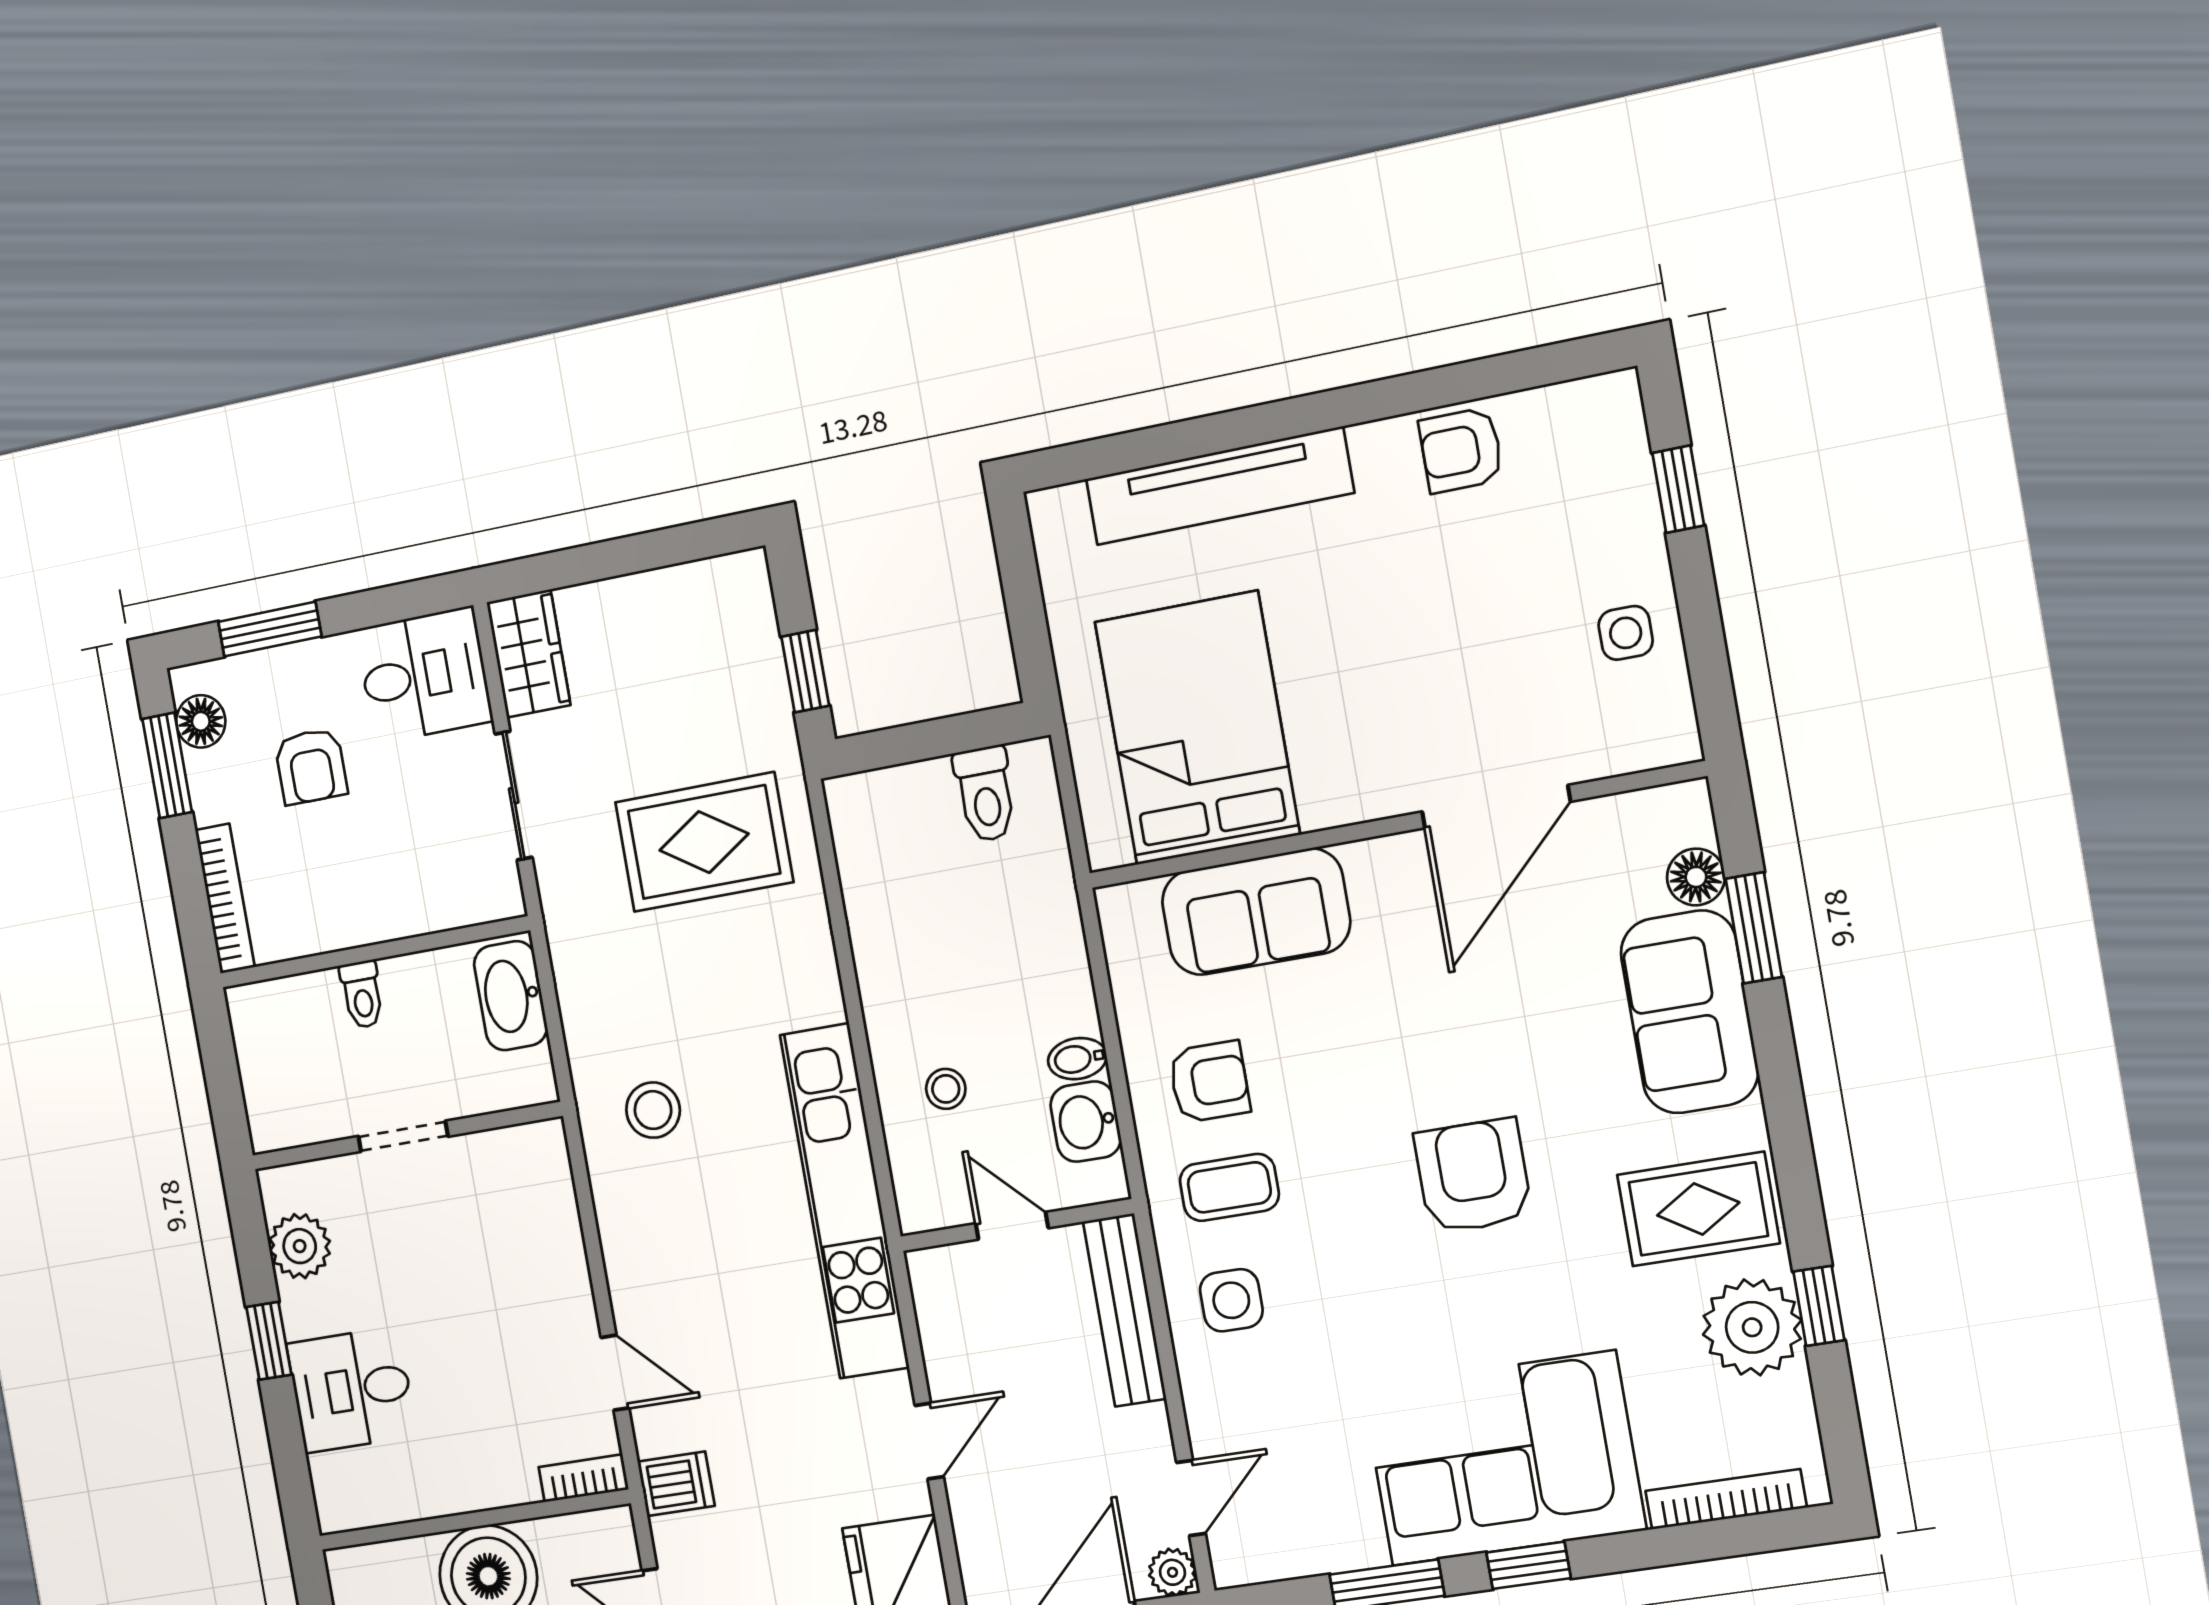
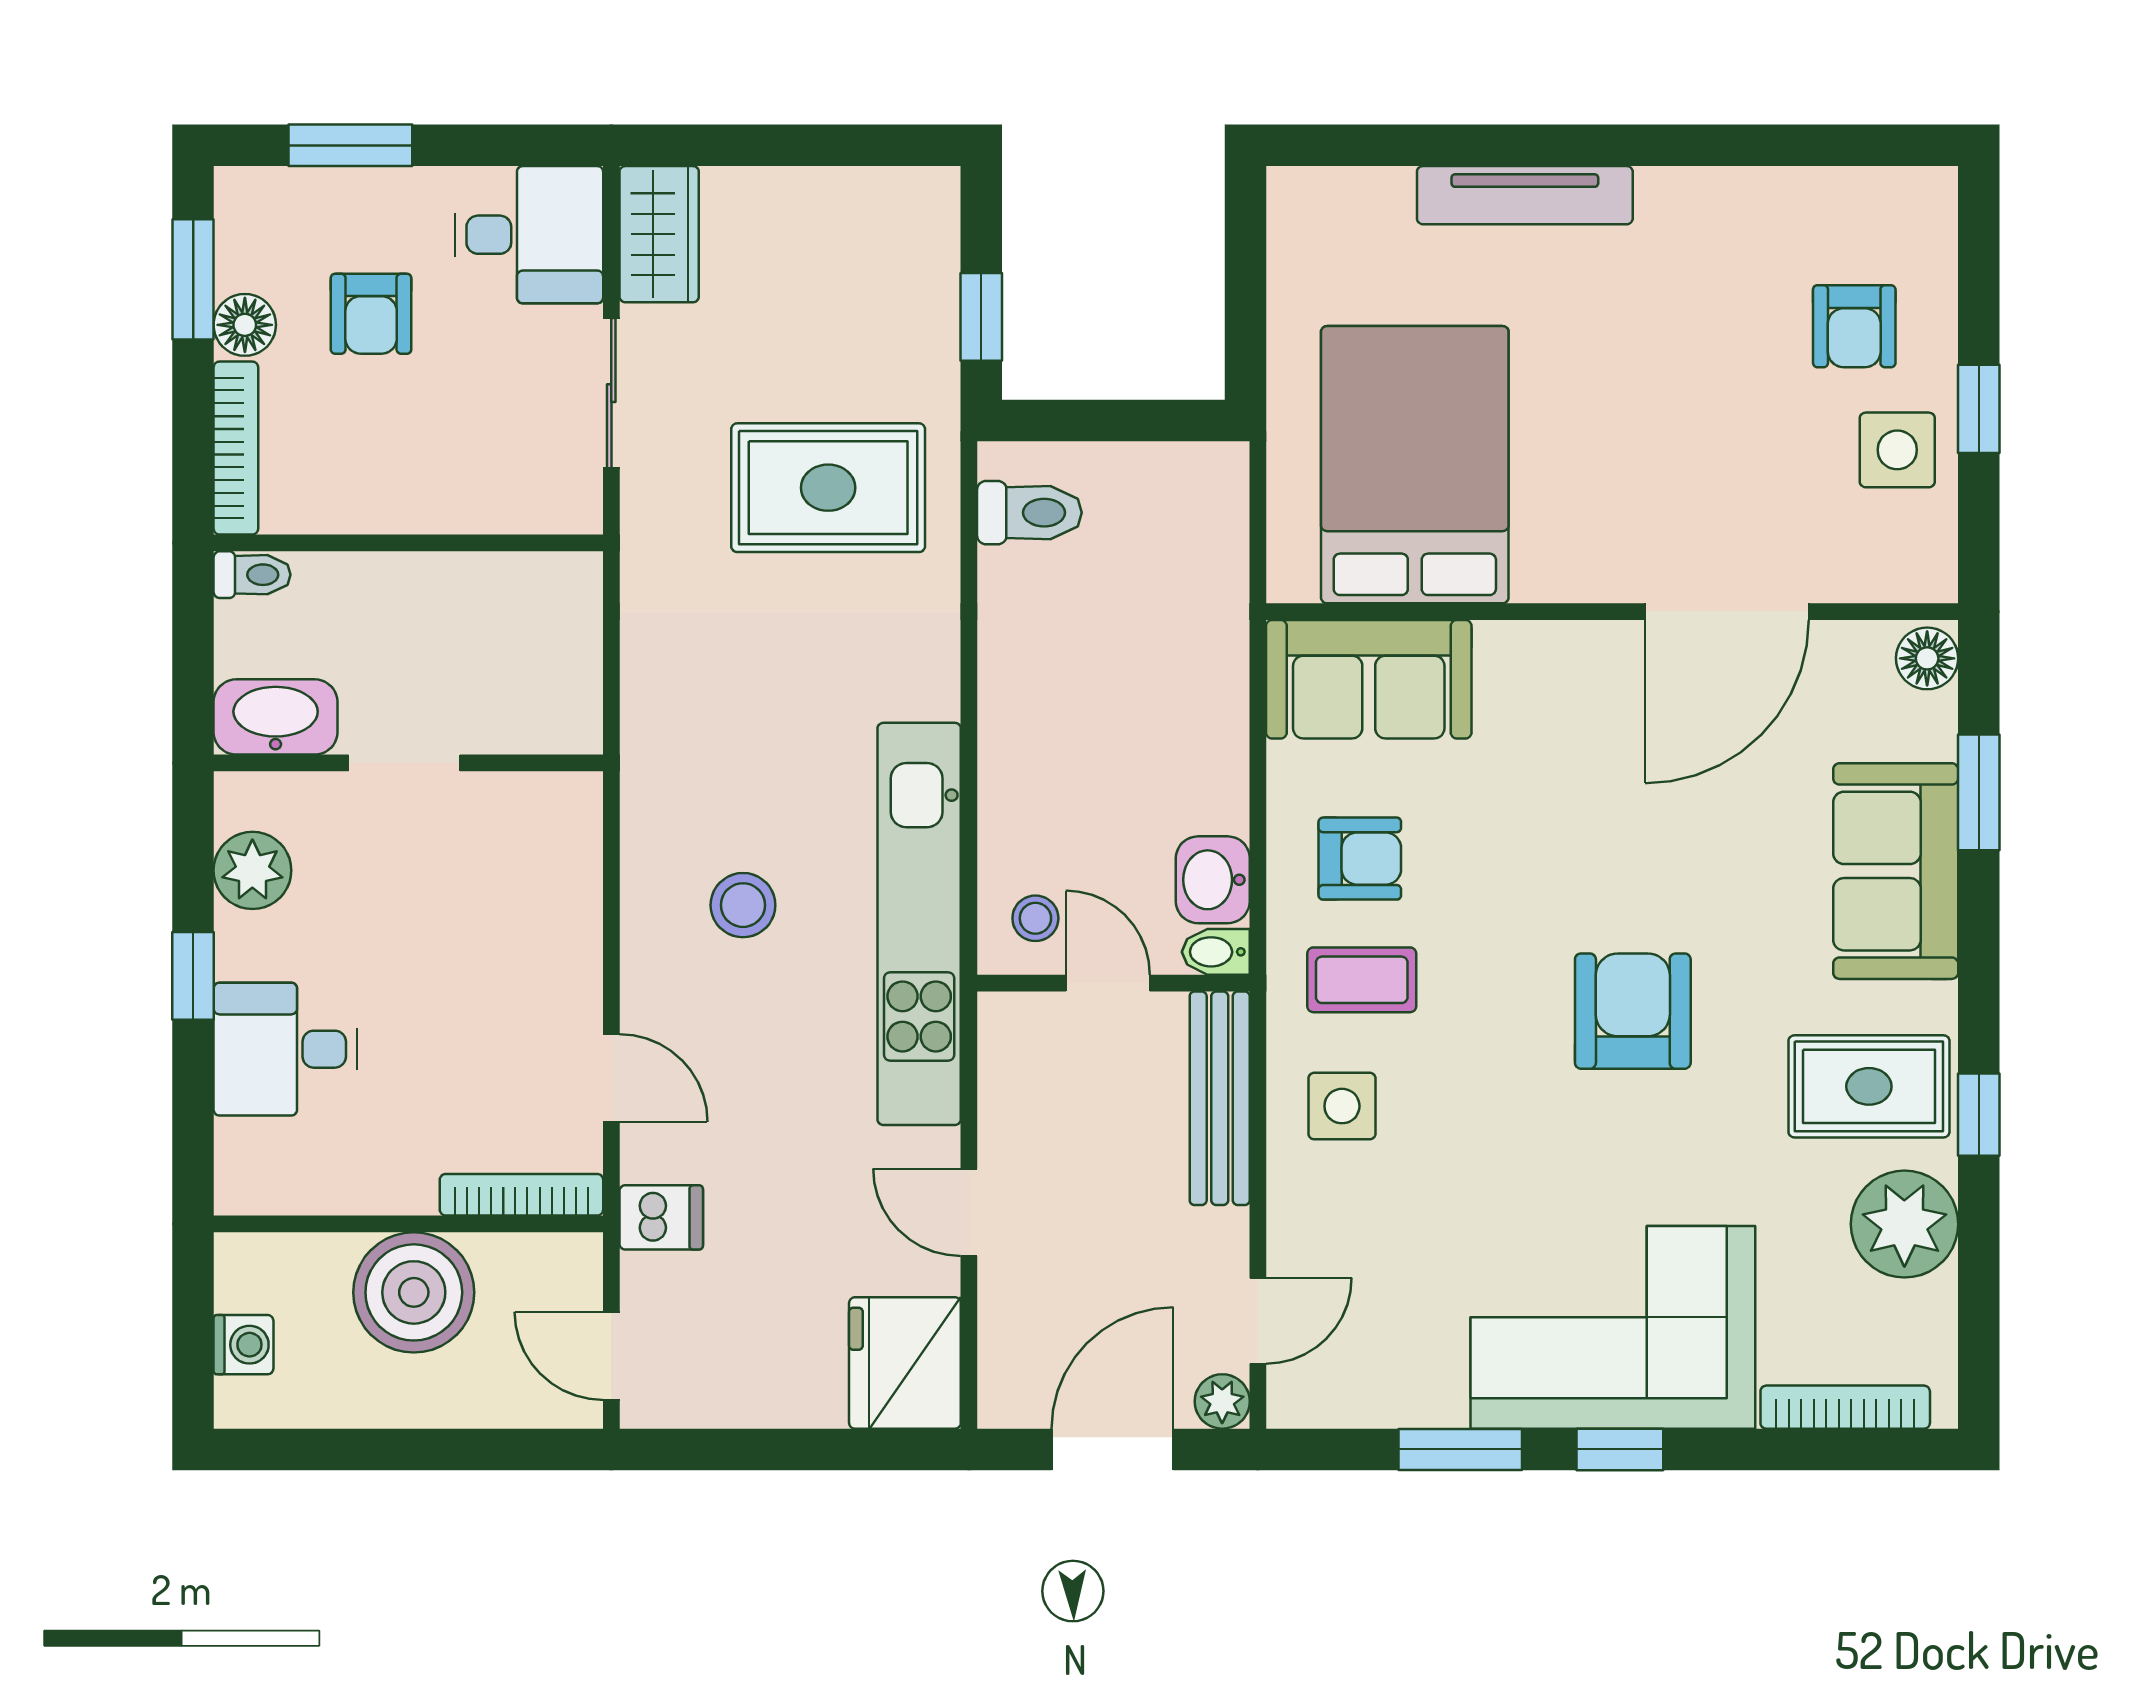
armchair: (1461, 450) -> (1854, 326), moved, turned -90
tv unit: (1219, 486) -> (1525, 195), width x0.73, depth x0.78
window: (1678, 489) -> (1979, 409), moved
side table: (1626, 633) -> (1897, 450), width x1.37, depth x1.37
floor lamp: (201, 721) -> (245, 325), moved
toilet: (985, 794) -> (1029, 513), moved, turned -90
floor lamp: (1696, 877) -> (1927, 658), moved
sofa: (1256, 912) -> (1369, 679), moved
toilet: (362, 994) -> (252, 575), moved, turned -90
washbasin: (511, 996) -> (276, 717), moved, turned 90
bidet: (1077, 1059) -> (1216, 952), moved
stool: (946, 1089) -> (1035, 918), moved
stool: (653, 1110) -> (743, 905), moved
window: (1819, 1306) -> (1979, 1115), moved
door: (929, 1441) -> (969, 1212), swing flipped
bookcase: (584, 1478) -> (521, 1195), width x1.56

